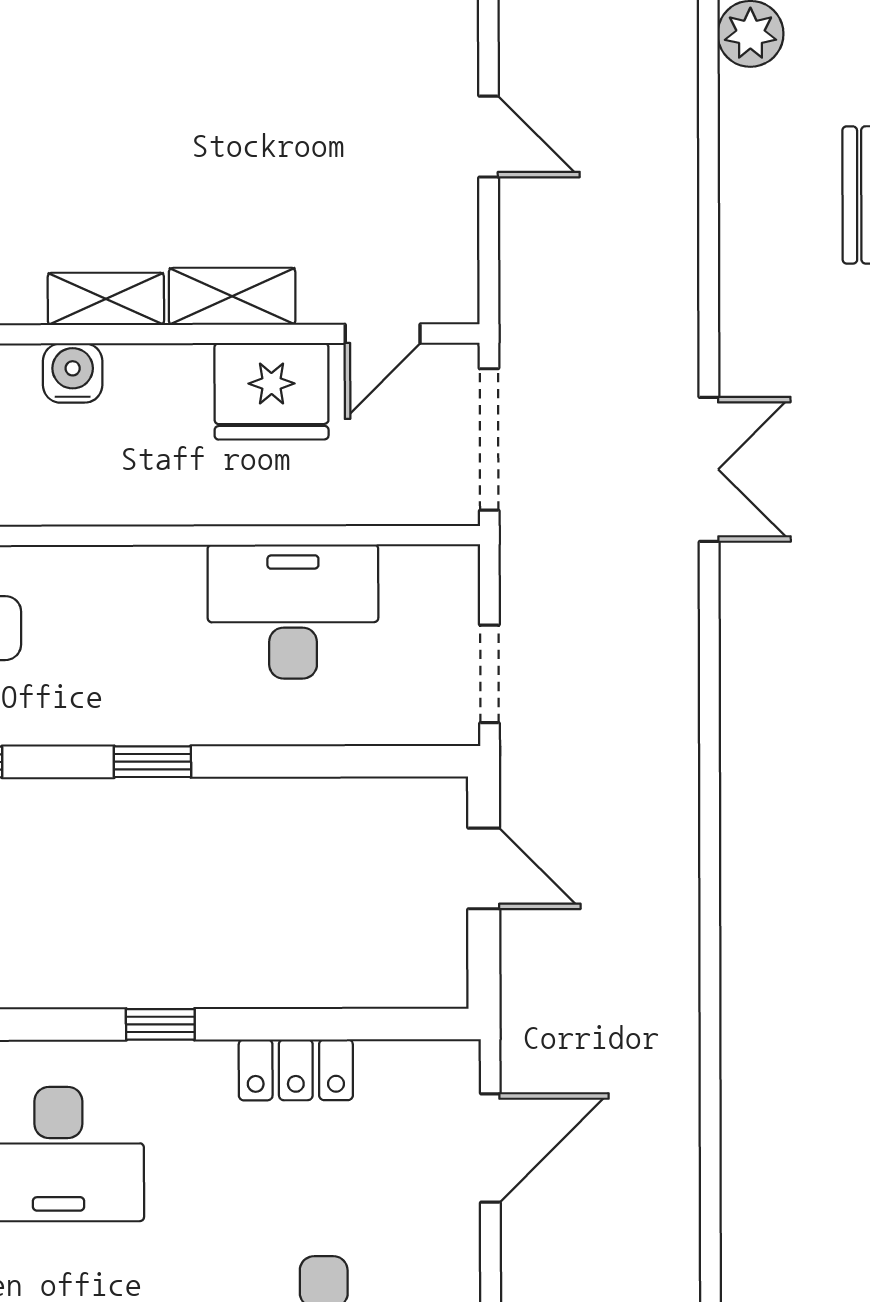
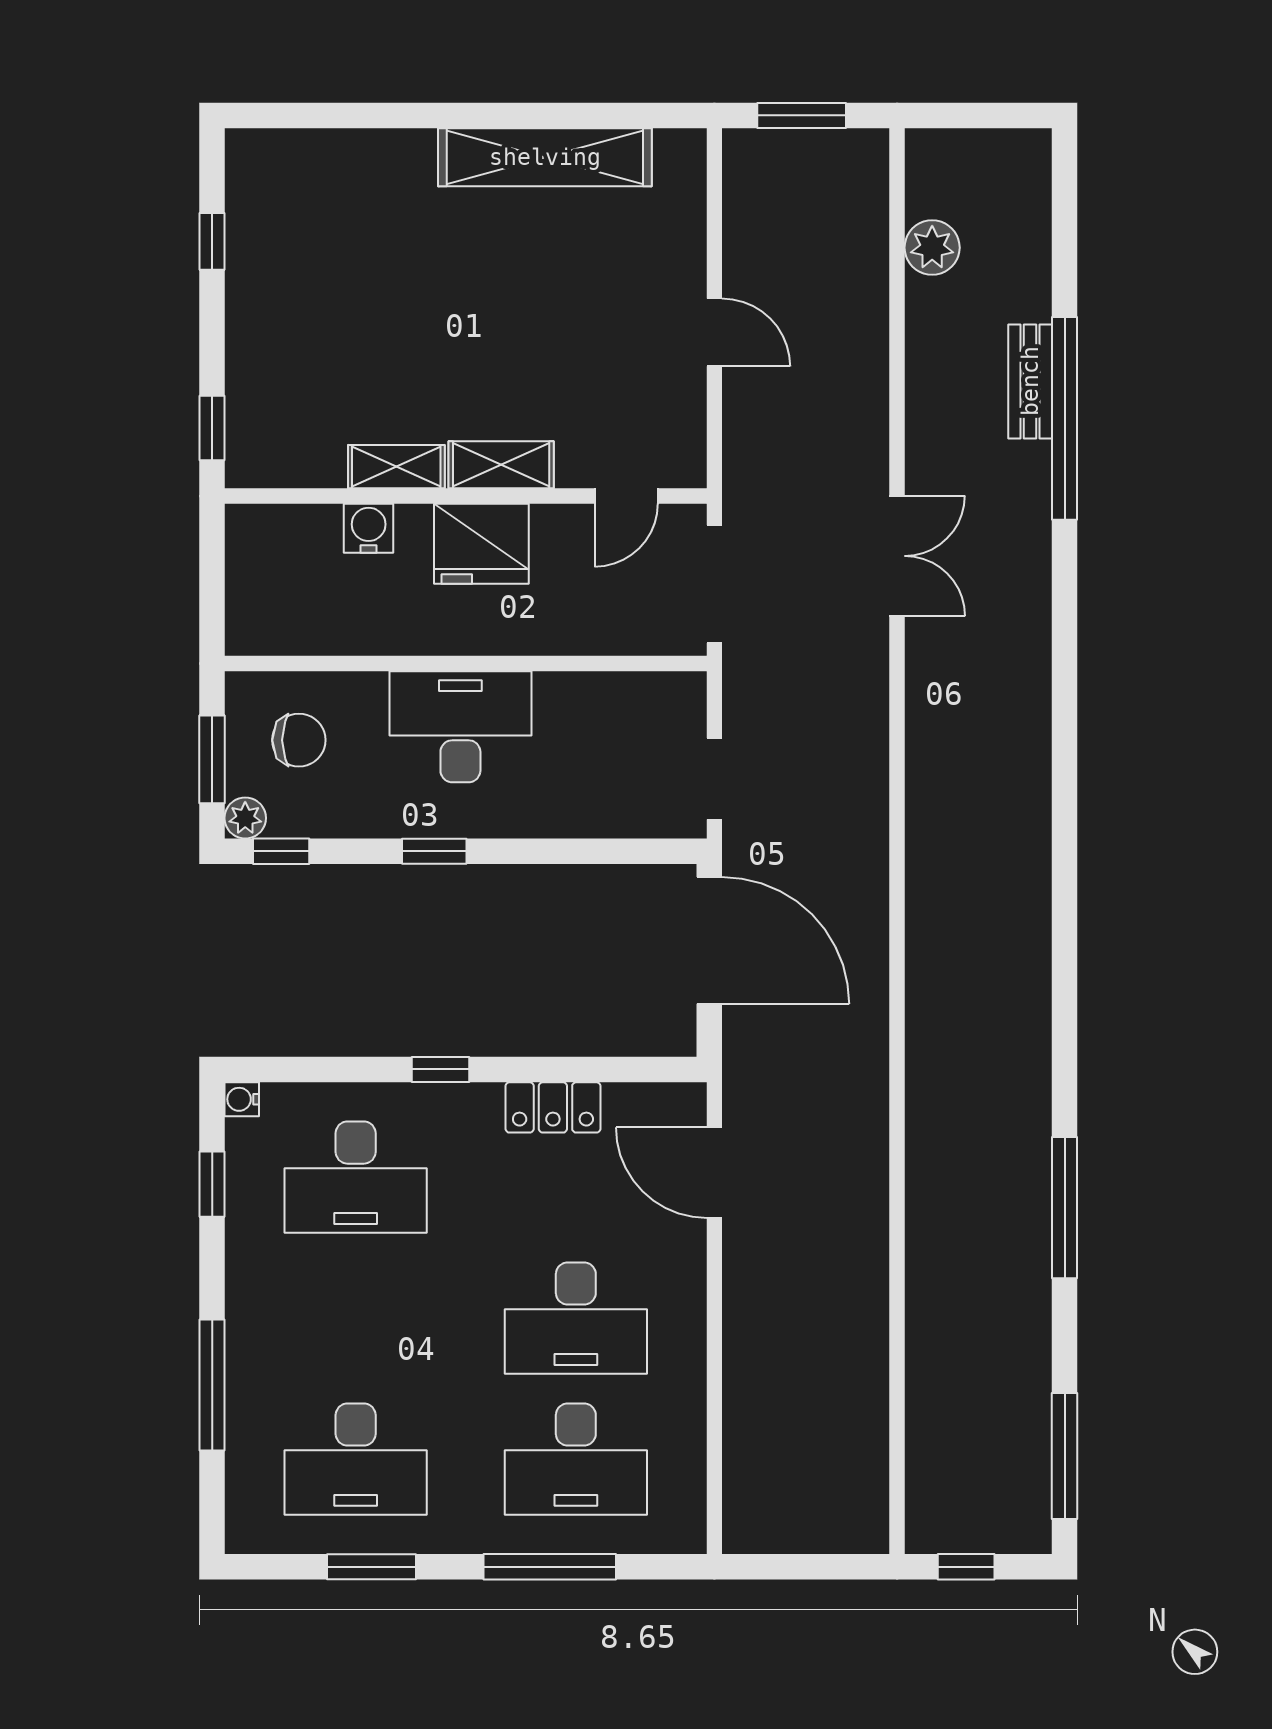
fridge: (272, 391) -> (481, 544), moved
double door: (709, 469) -> (897, 556), moved
desk: (293, 612) -> (460, 727), moved
door: (484, 868) -> (709, 940), width x1.88
door: (490, 1148) -> (714, 1173), swing flipped

